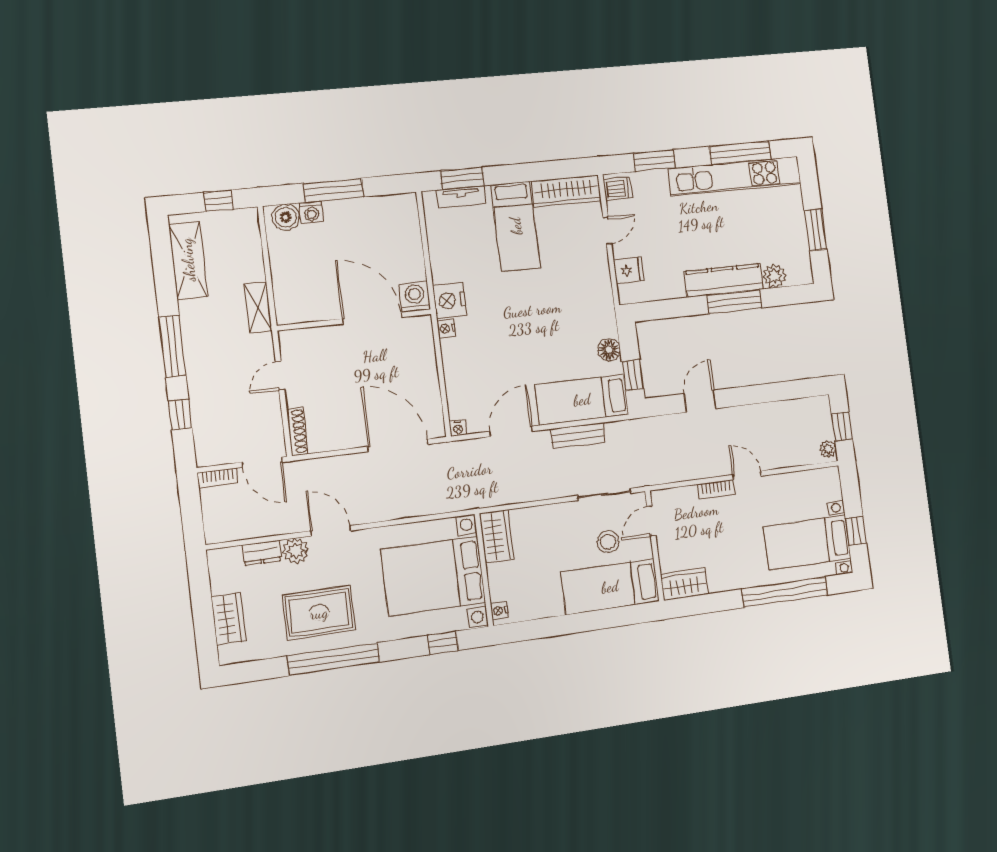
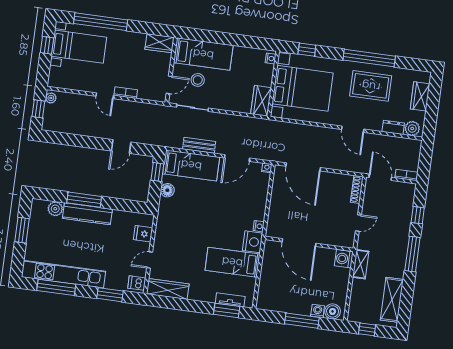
bed: (516, 226) -> (232, 262), moved, turned -90
washing machine: (415, 297) -> (344, 259), moved, turned 90
plant: (296, 551) -> (412, 128), moved

